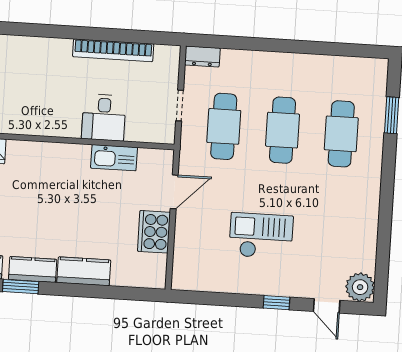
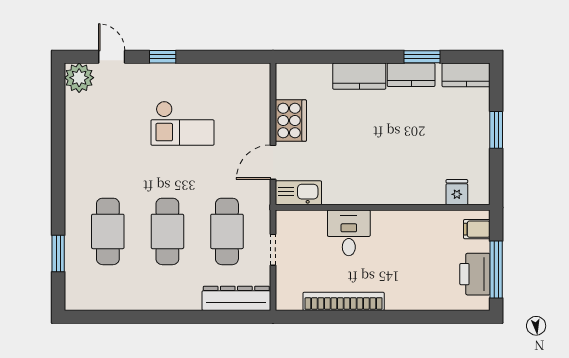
dresser: (202, 56) -> (236, 298), width x1.96, depth x1.24
kitchen sink: (114, 158) -> (298, 193), moved

